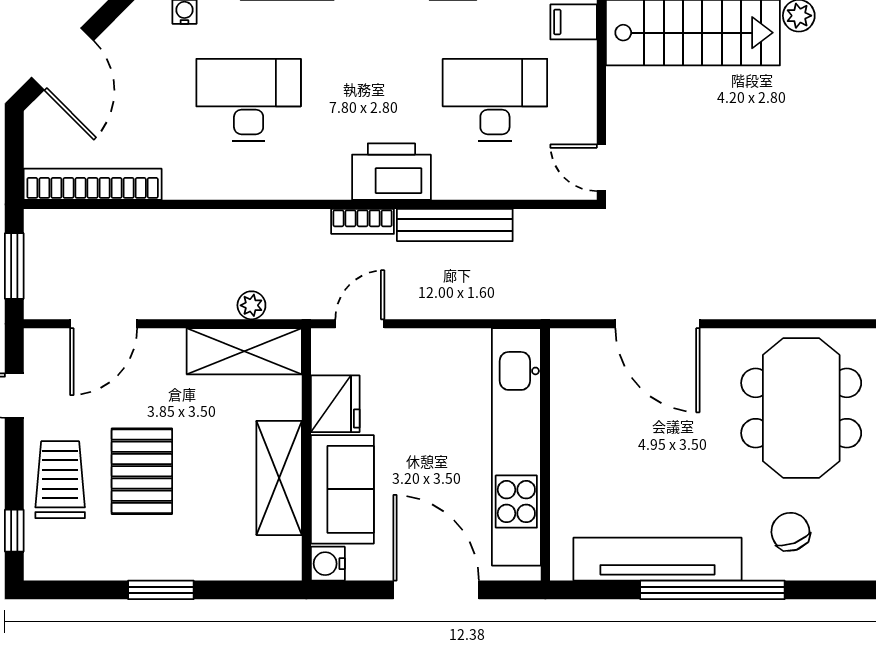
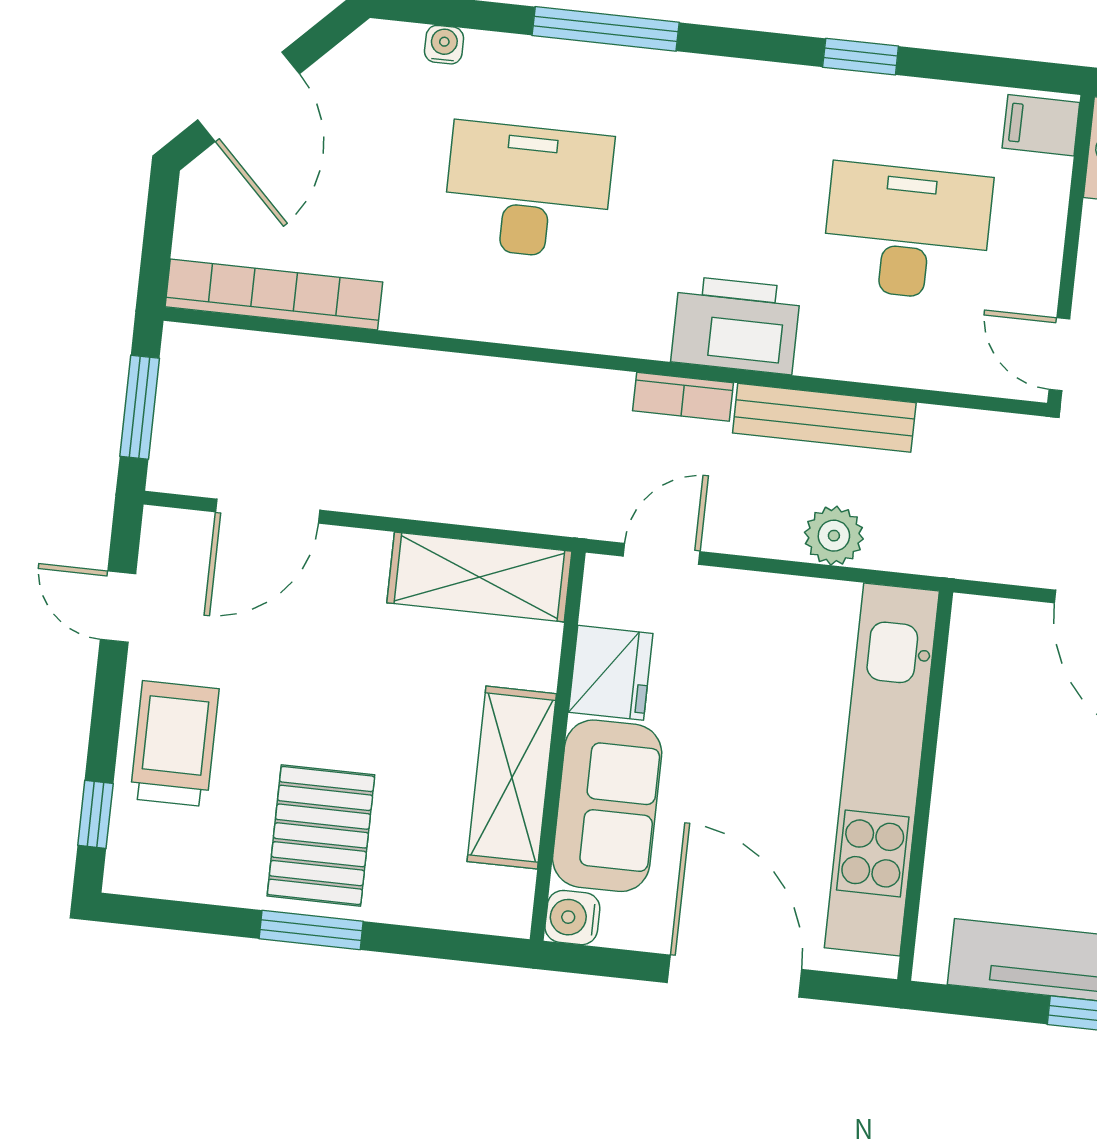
plant: (251, 305) -> (834, 536), moved, width x1.38, depth x1.38
pallet: (142, 471) -> (321, 835), moved

